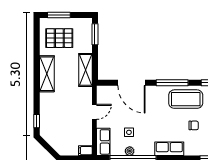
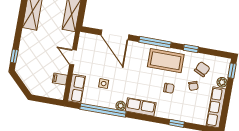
door: (94, 112) -> (73, 57), swing flipped
filing cabinet: (85, 151) -> (60, 79), moved
plant: (130, 151) -> (121, 106), moved

